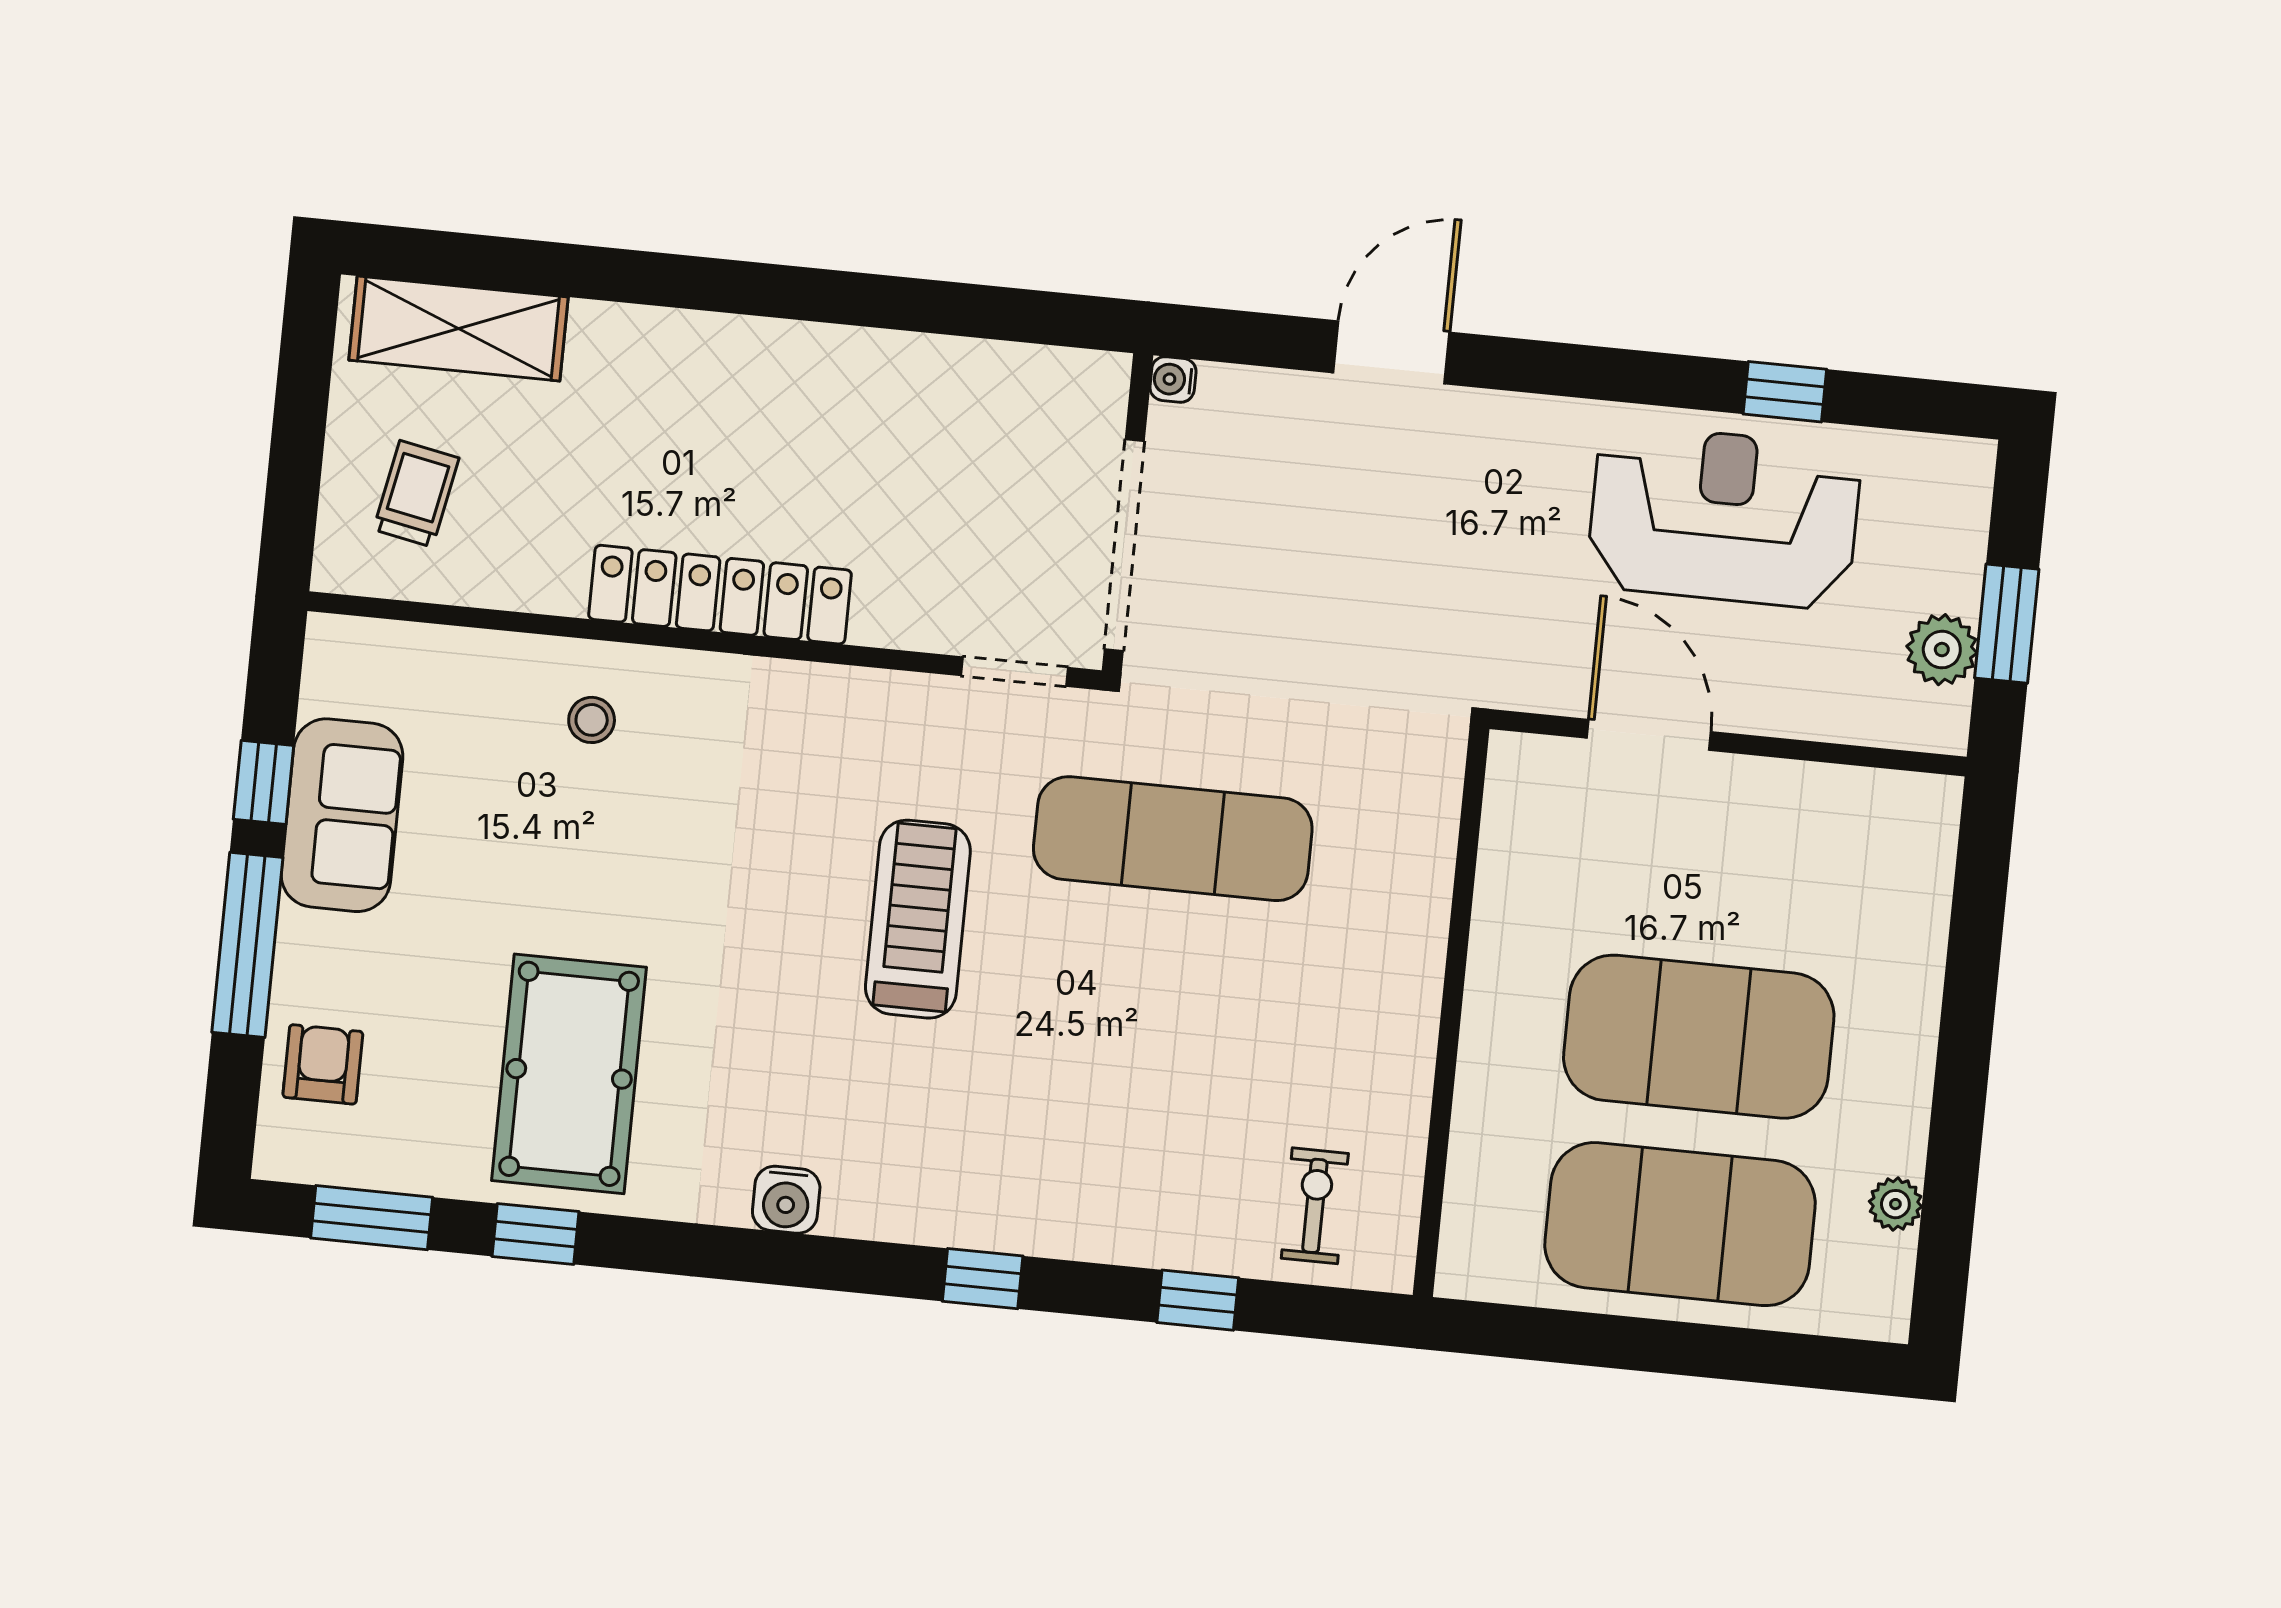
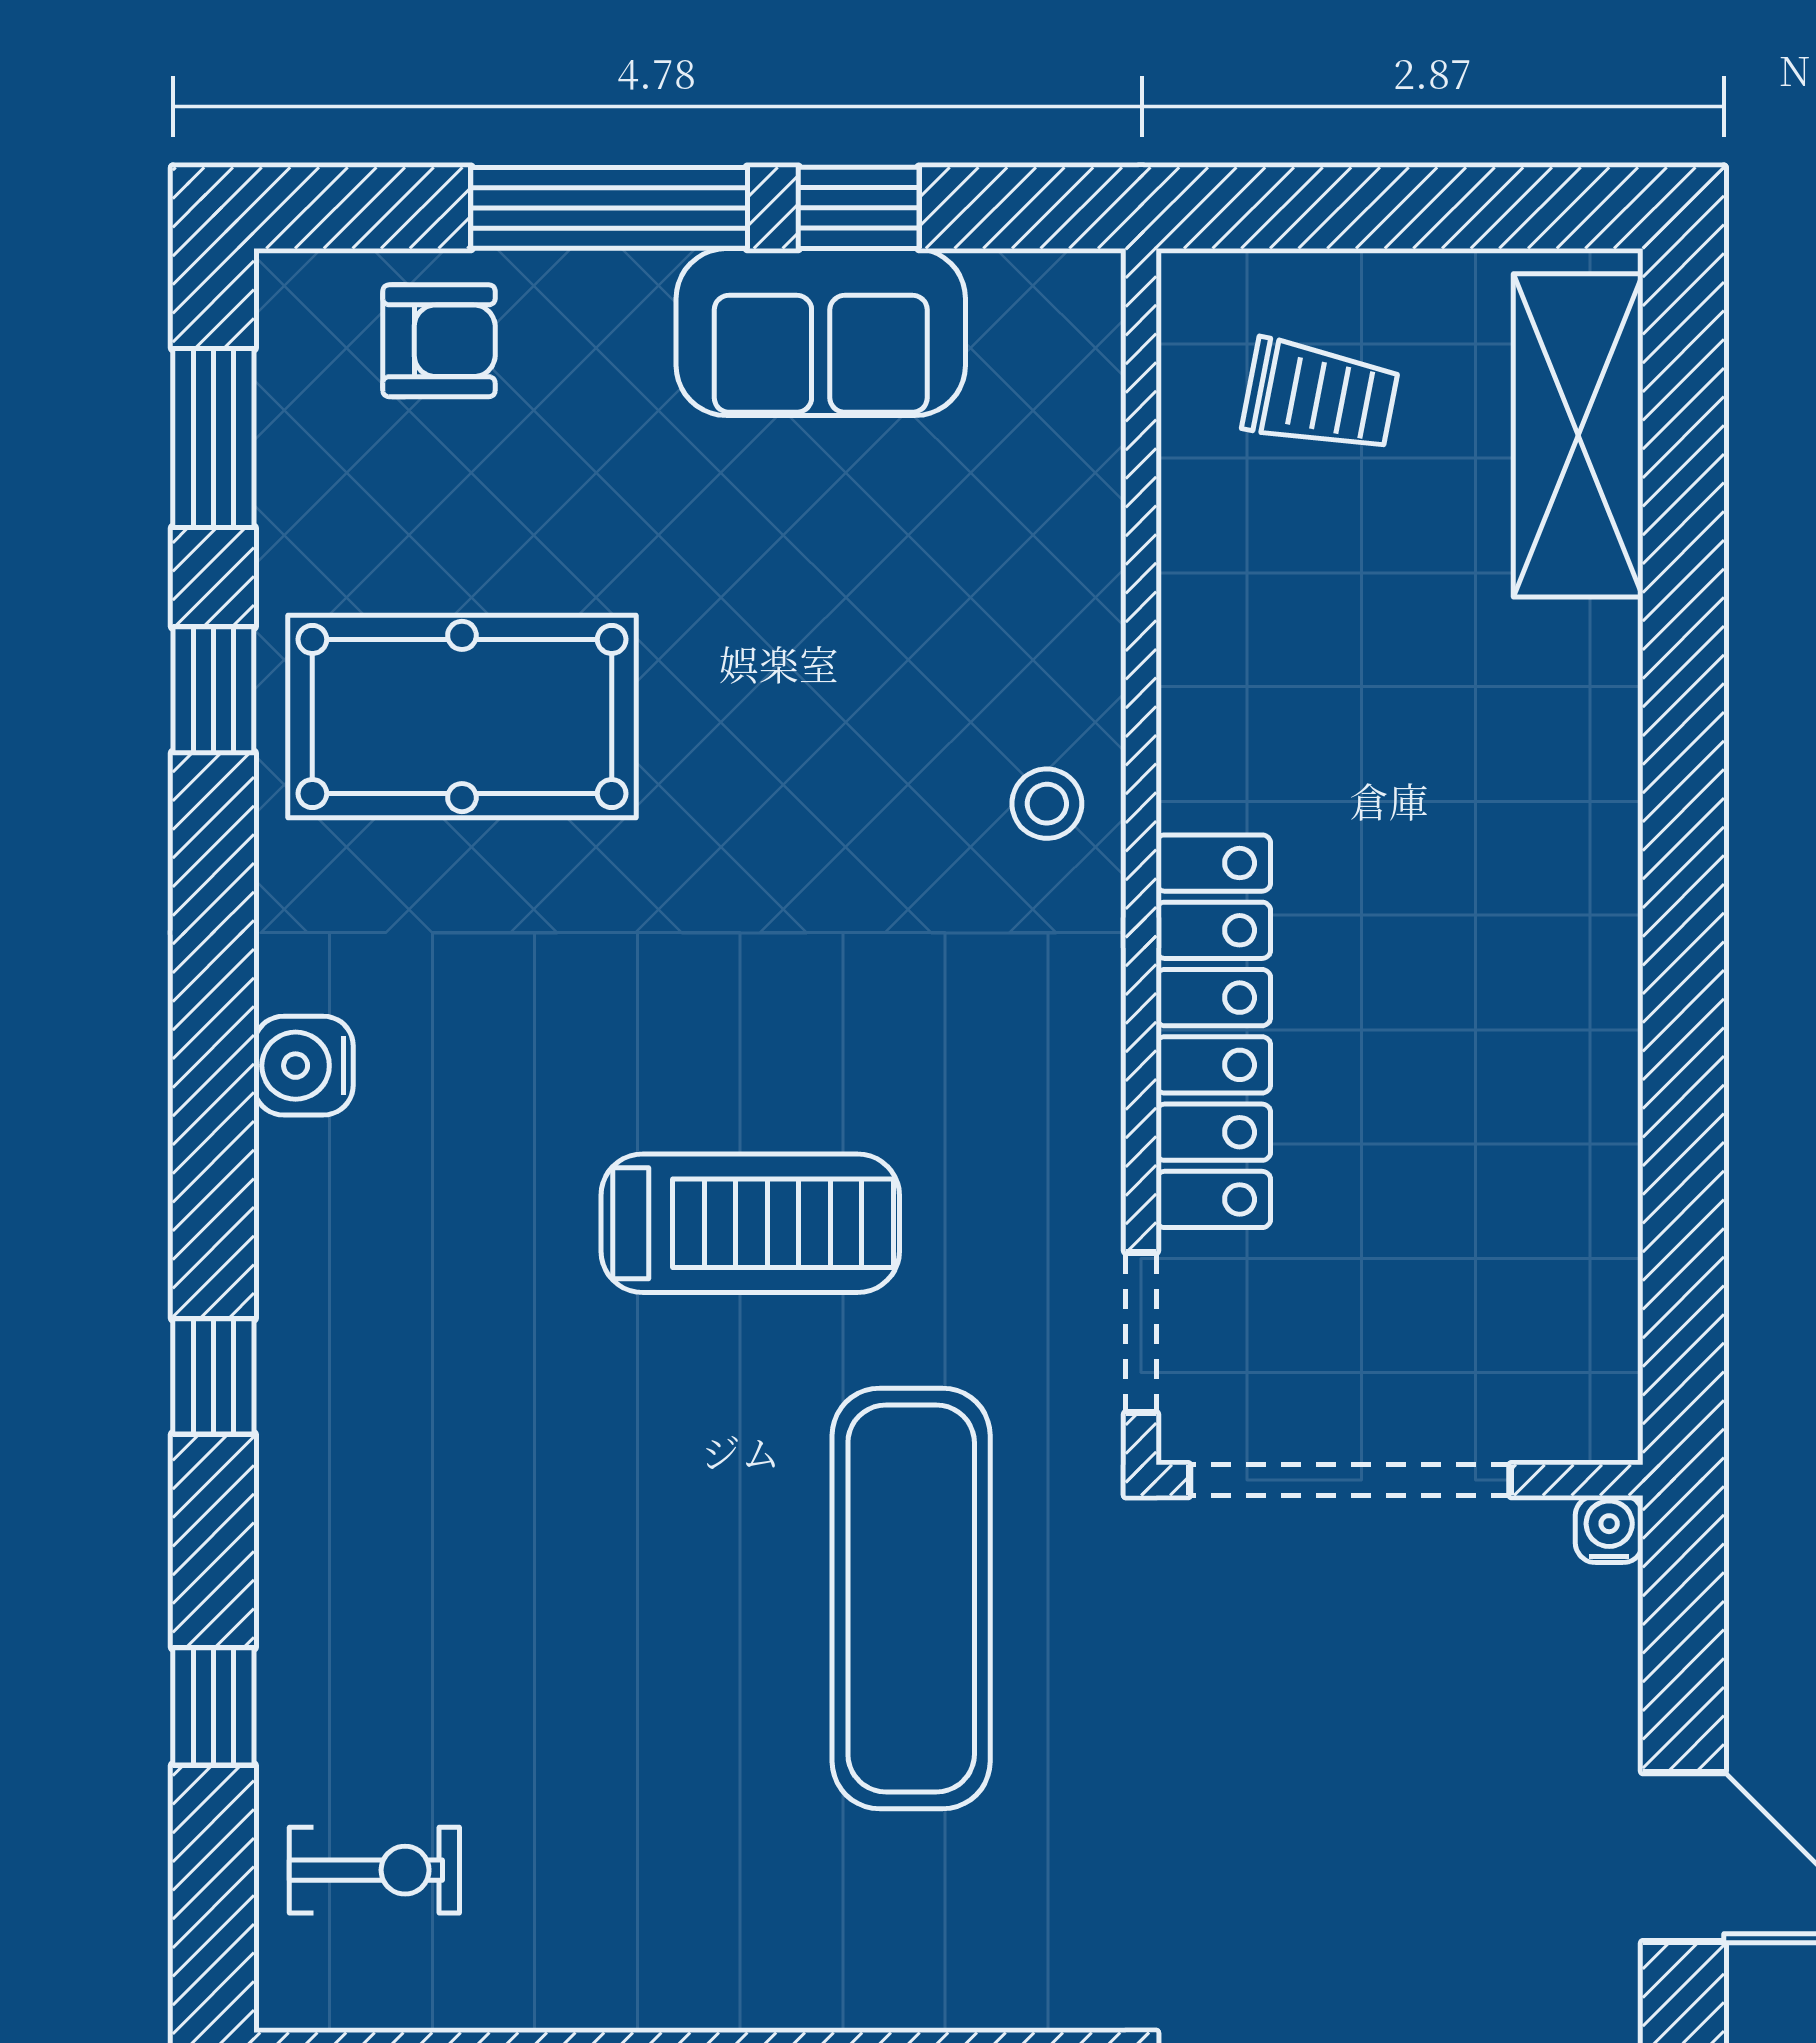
locker: (720, 595) -> (1213, 1031), moved
stool: (592, 720) -> (1047, 804), moved

